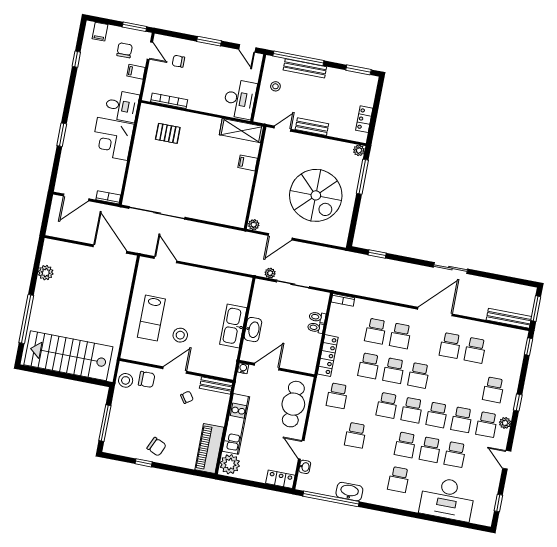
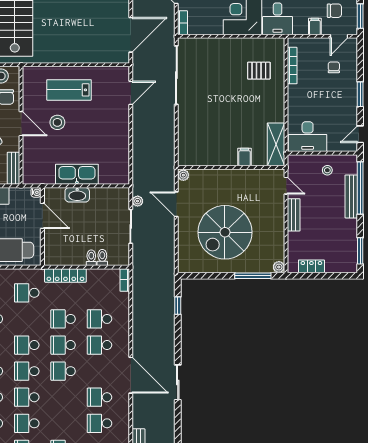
pallet: (168, 133) -> (259, 71), turned 90

